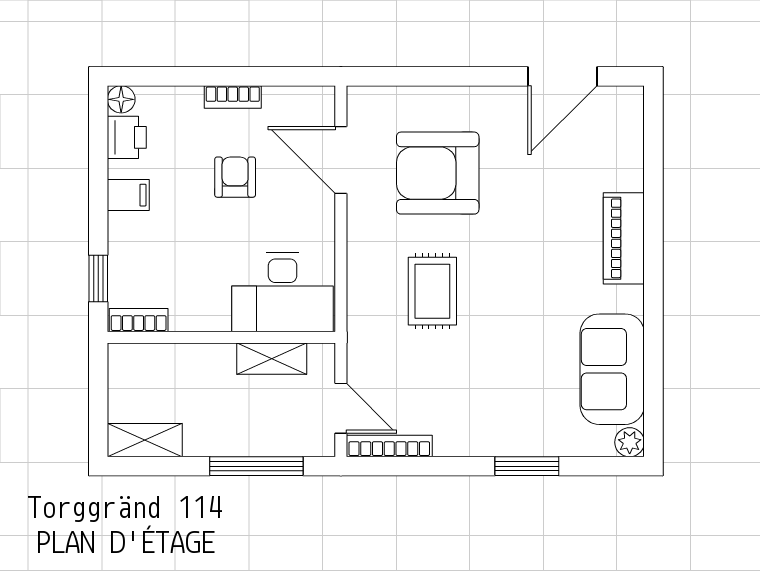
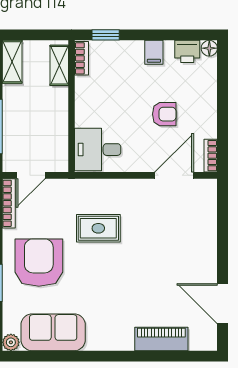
bookcase: (233, 97) -> (211, 156), moved
armchair: (438, 173) -> (39, 263), moved
piano: (624, 238) -> (161, 339), moved
desk: (283, 292) -> (98, 150), width x0.73
shelving: (272, 359) -> (59, 65), moved

